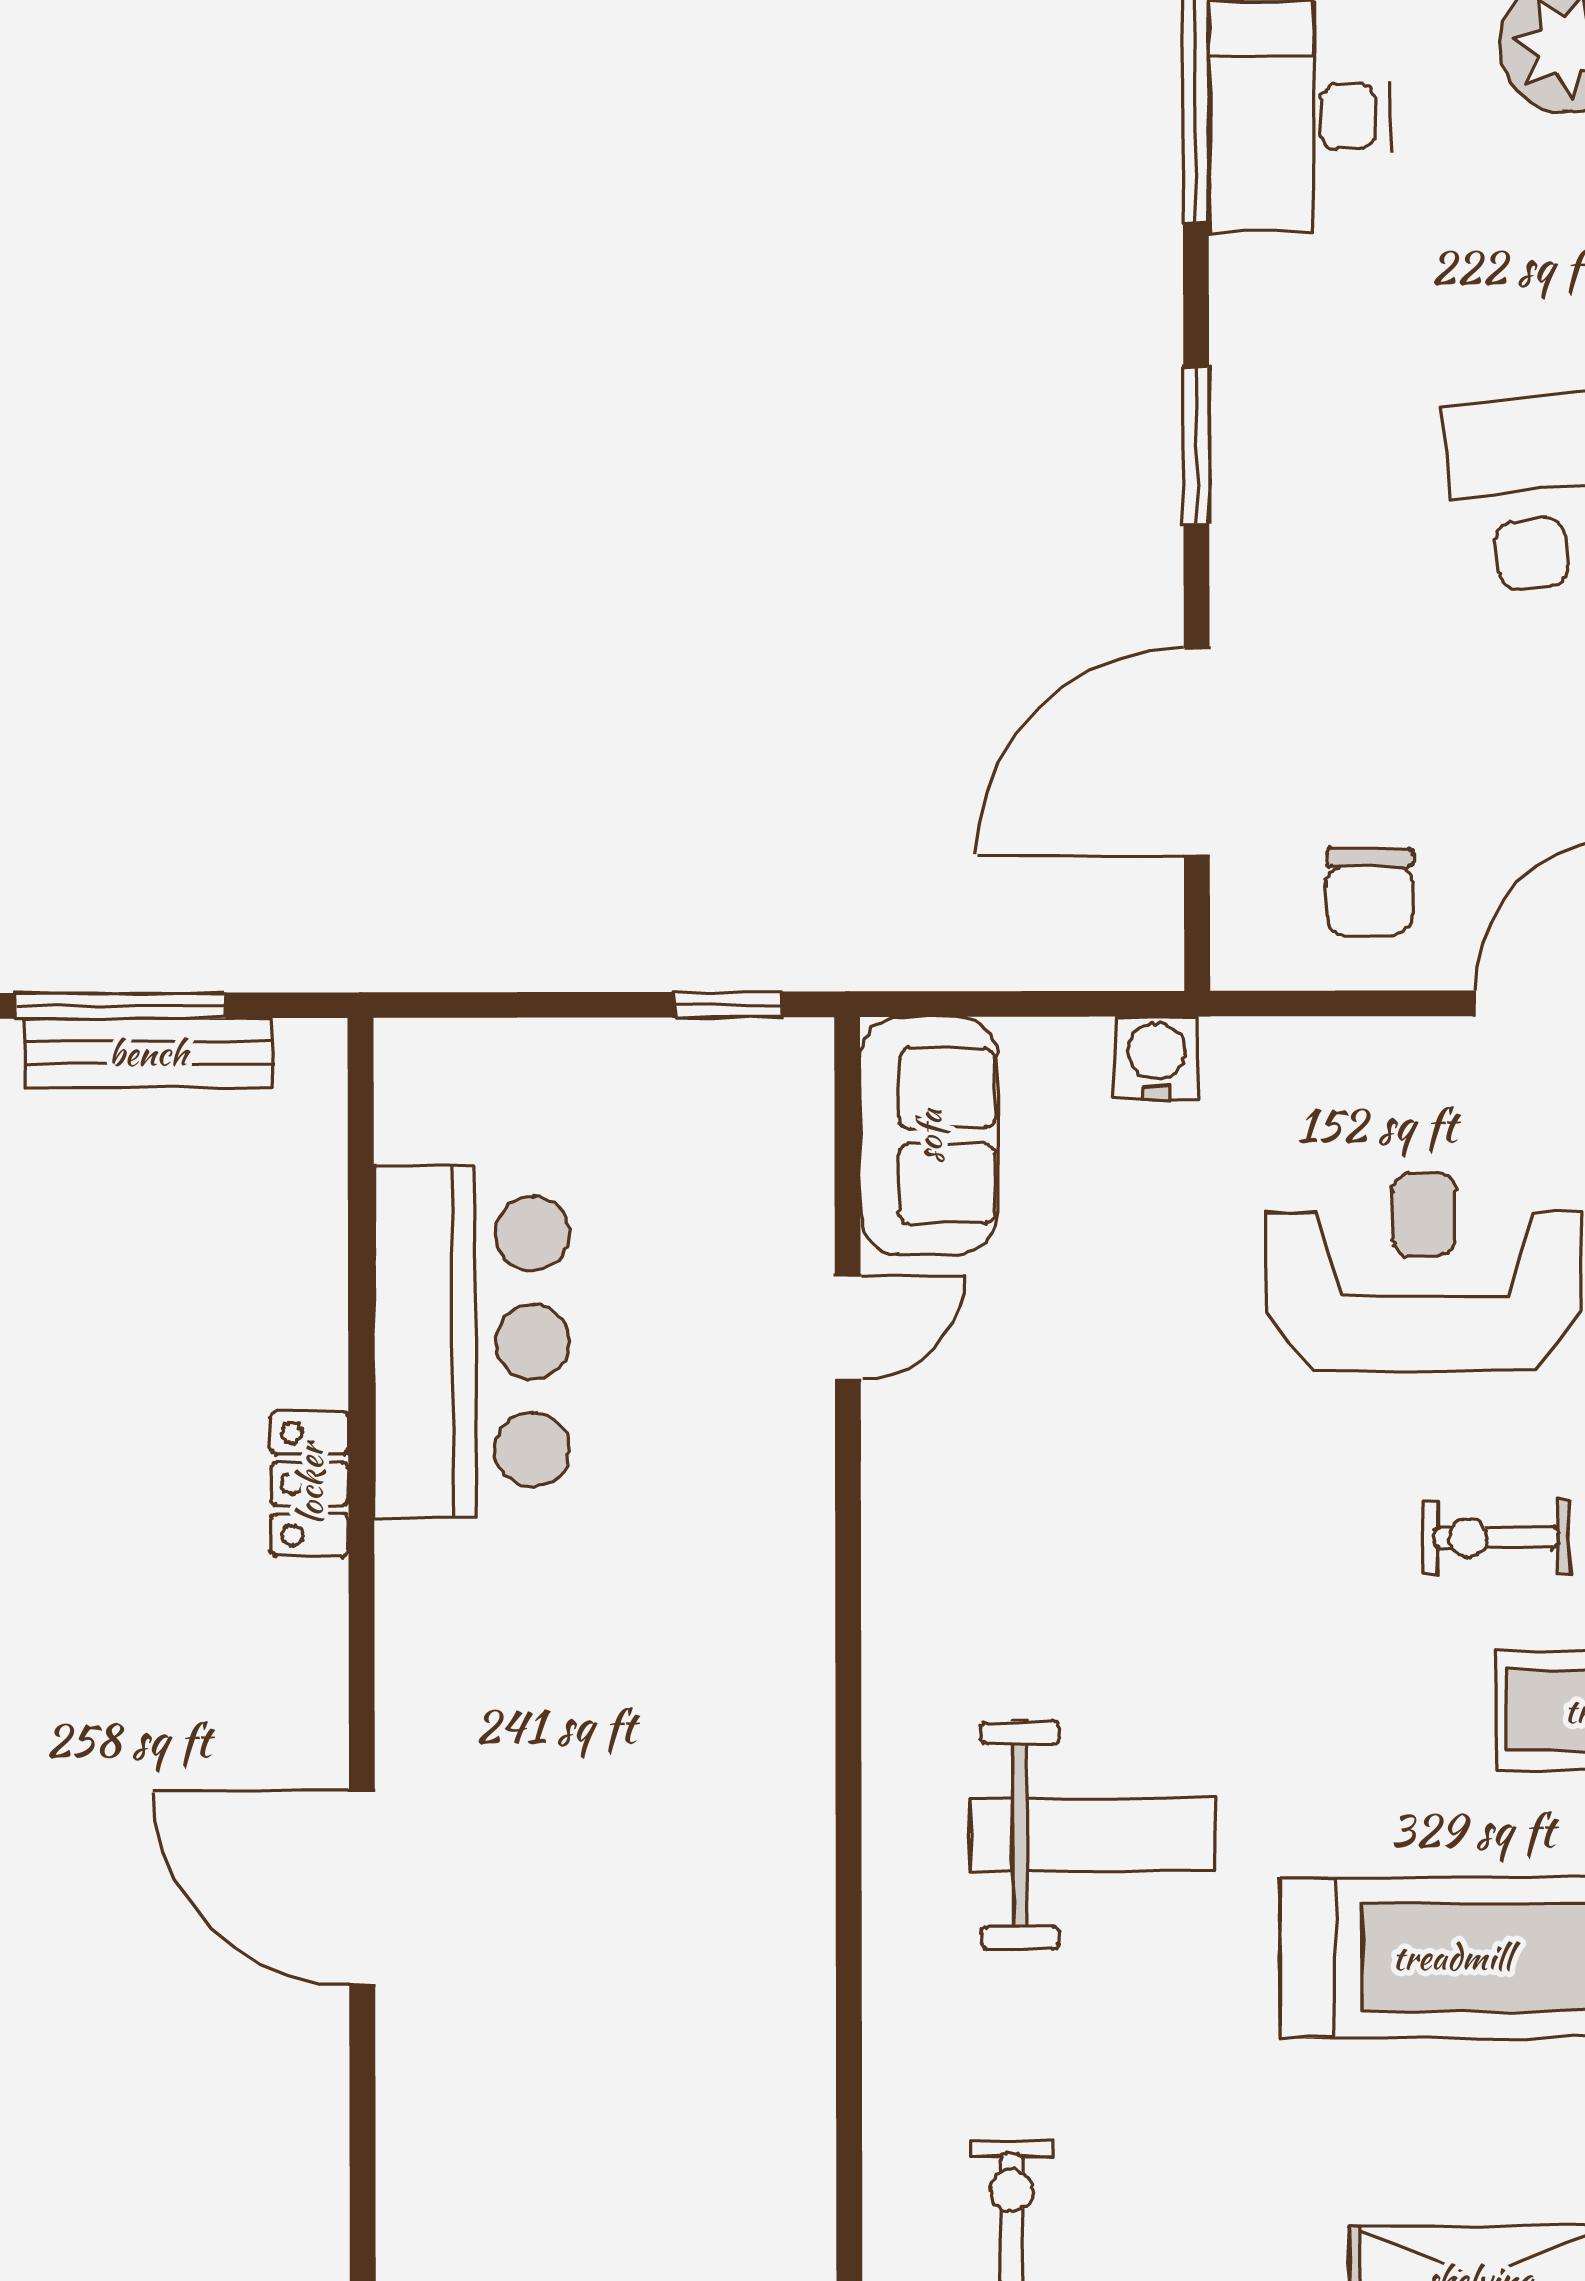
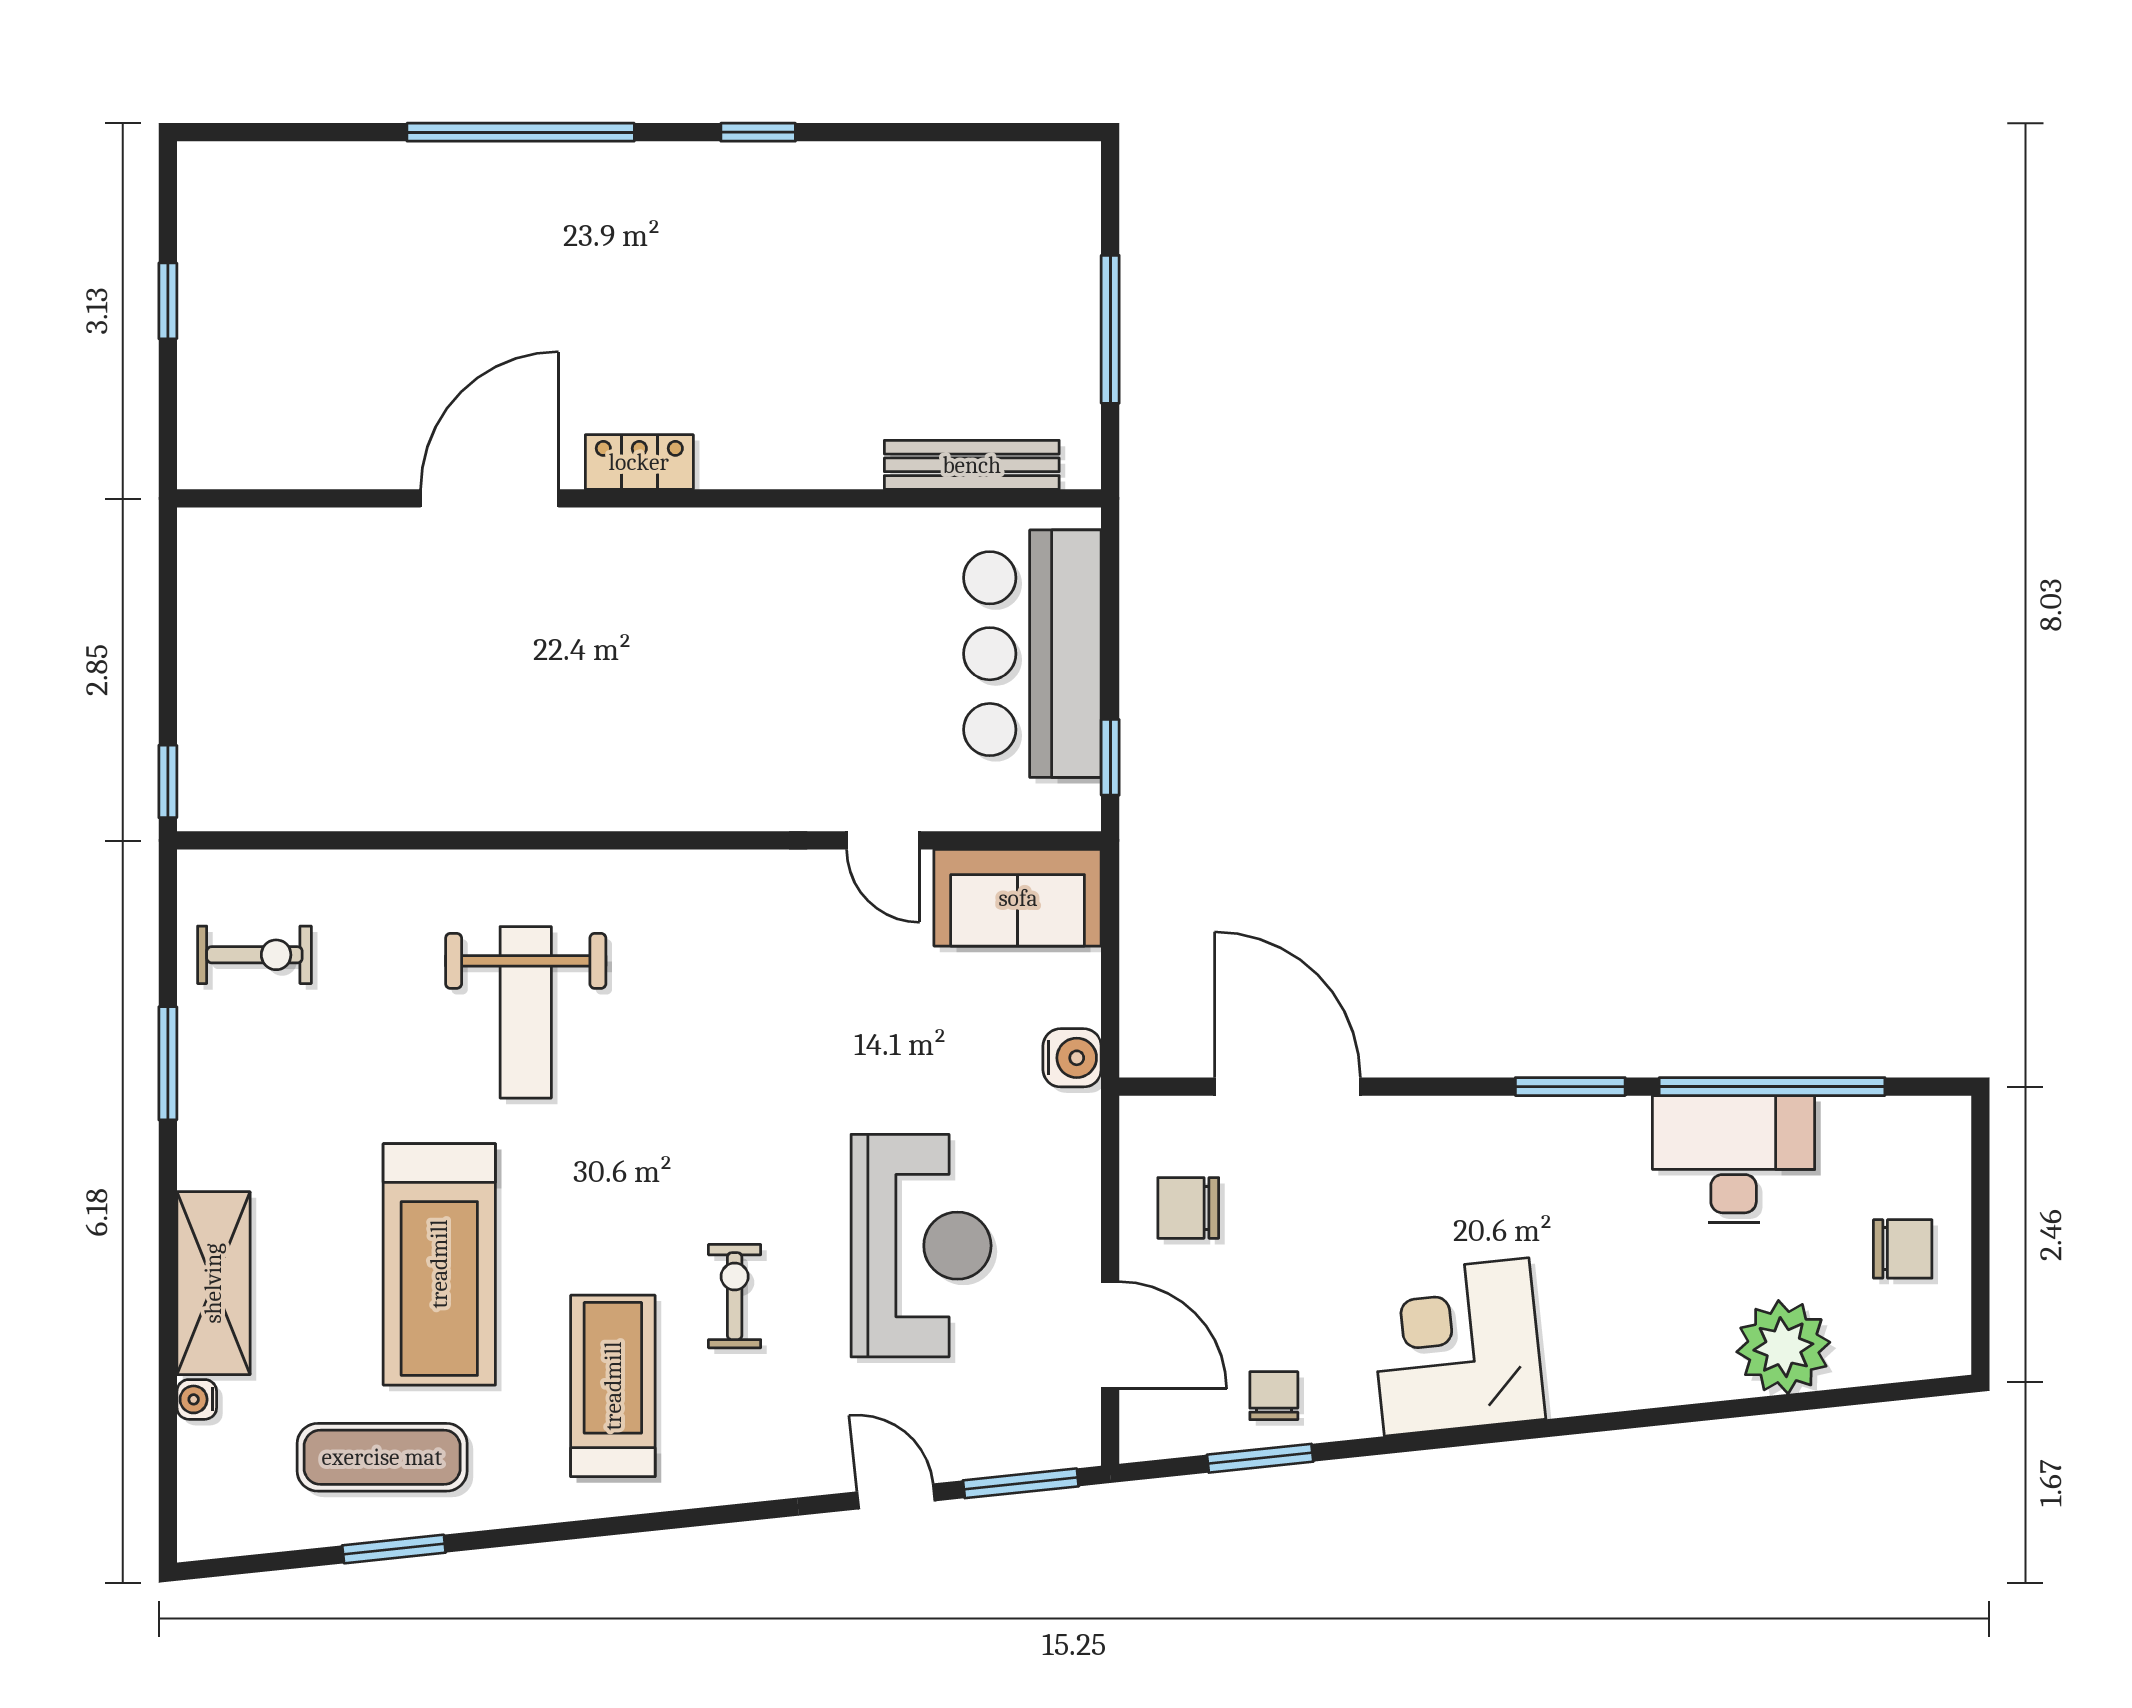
window: (1196, 446) -> (1570, 1087), moved
bench: (148, 1053) -> (972, 465), moved, turned 90
bar counter: (472, 1342) -> (1032, 654), moved, turned 90
locker: (310, 1484) -> (639, 462), moved

